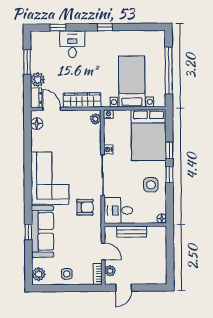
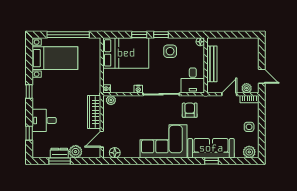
bed with nightstands: (132, 81) -> (55, 58), moved, turned 180
dresser: (36, 98) -> (59, 153), moved
bench: (132, 232) -> (212, 64), width x1.36

